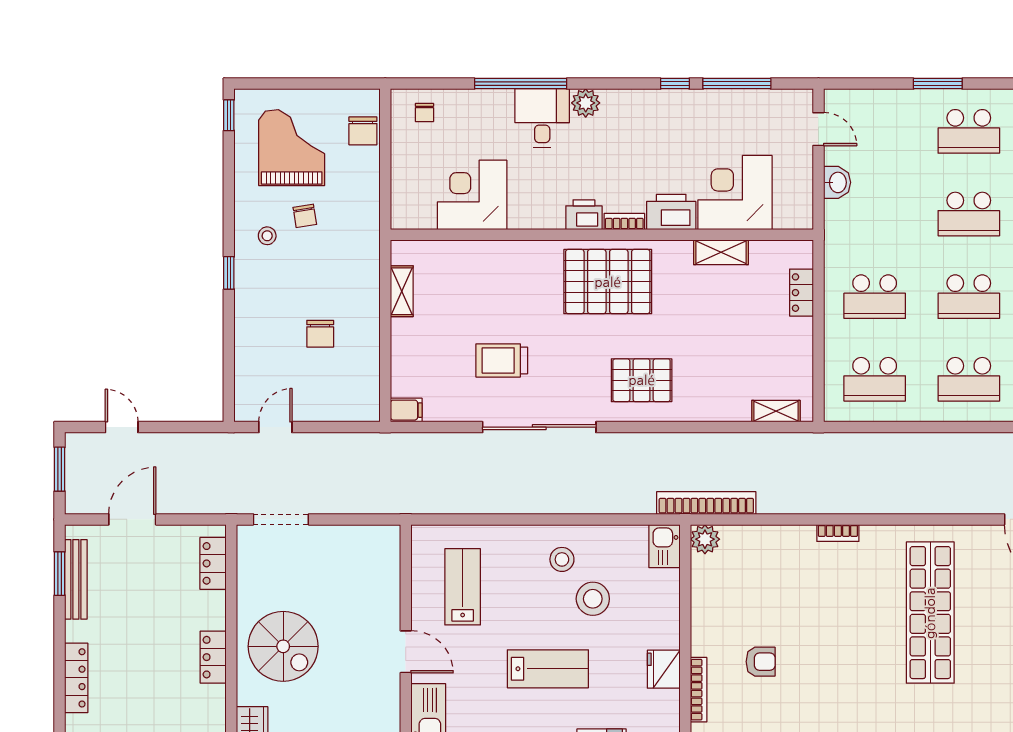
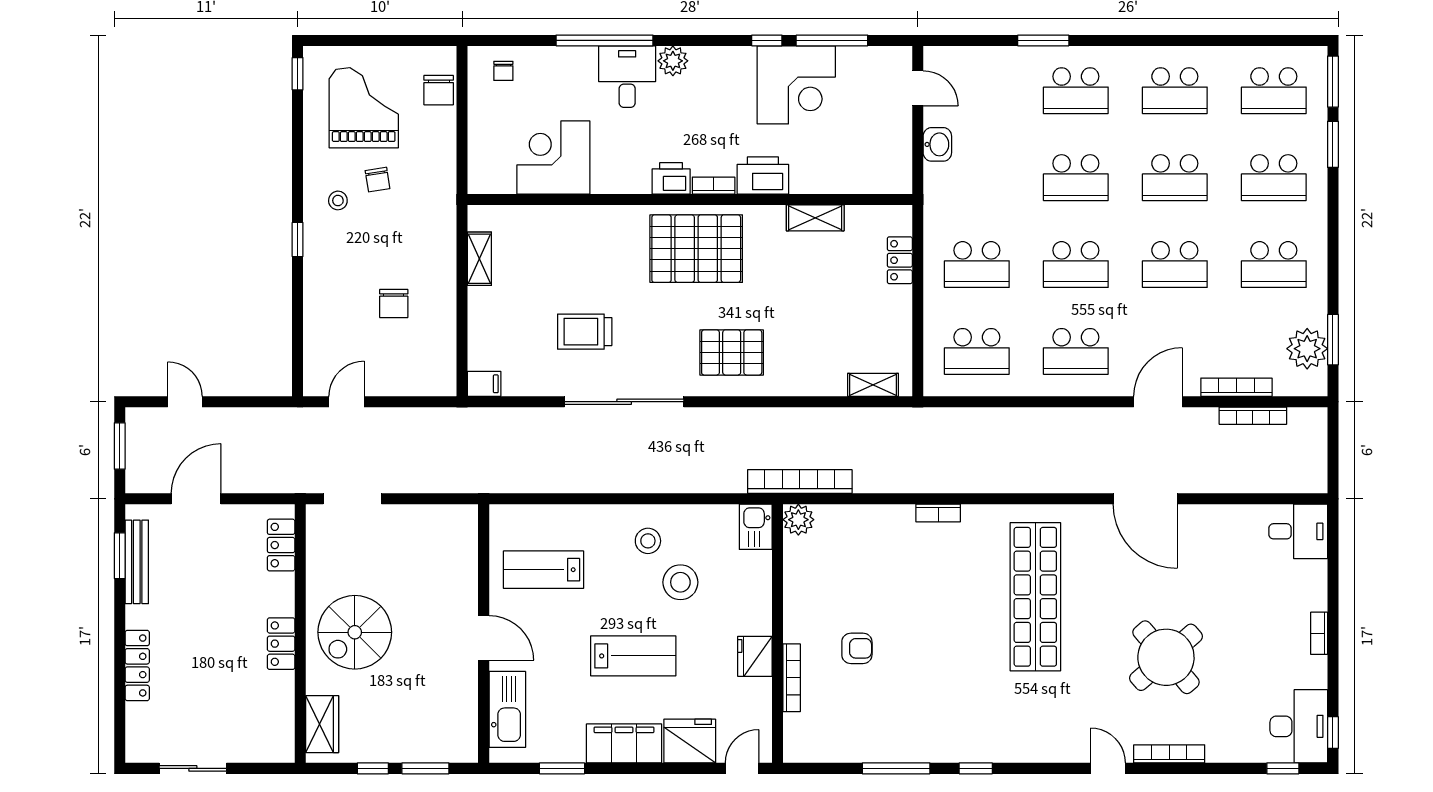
corner desk: (735, 193) -> (796, 85), moved, turned 180
lab bench: (463, 587) -> (543, 570), turned -90
spiral stairs: (283, 646) -> (355, 632), turned 90

